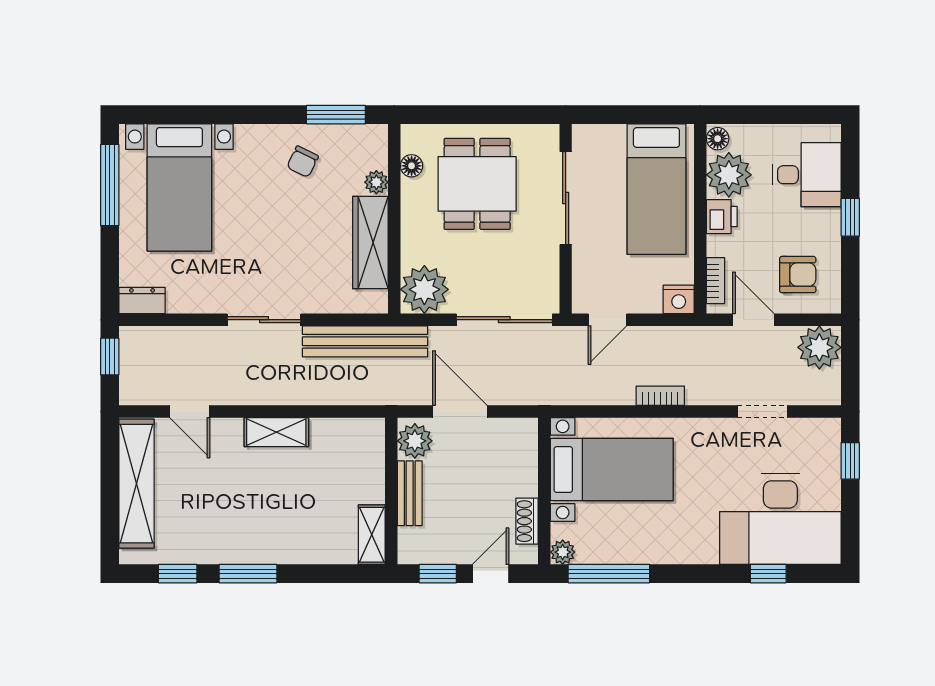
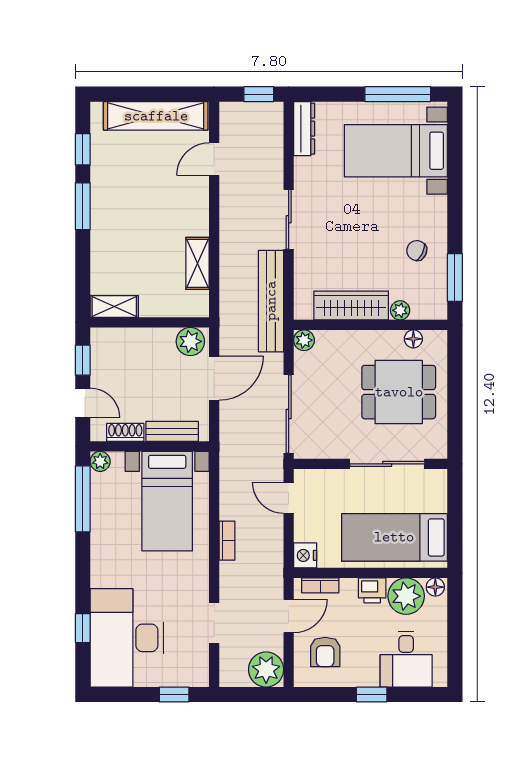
plant: (424, 289) -> (304, 340), width x0.53, depth x0.53
dresser: (142, 301) -> (304, 129), width x1.44
shelving: (276, 432) -> (197, 263), moved
bench: (410, 493) -> (172, 431), moved

